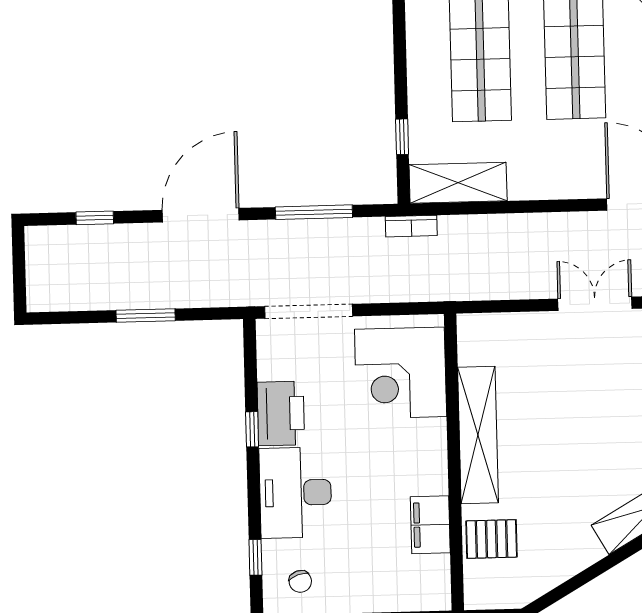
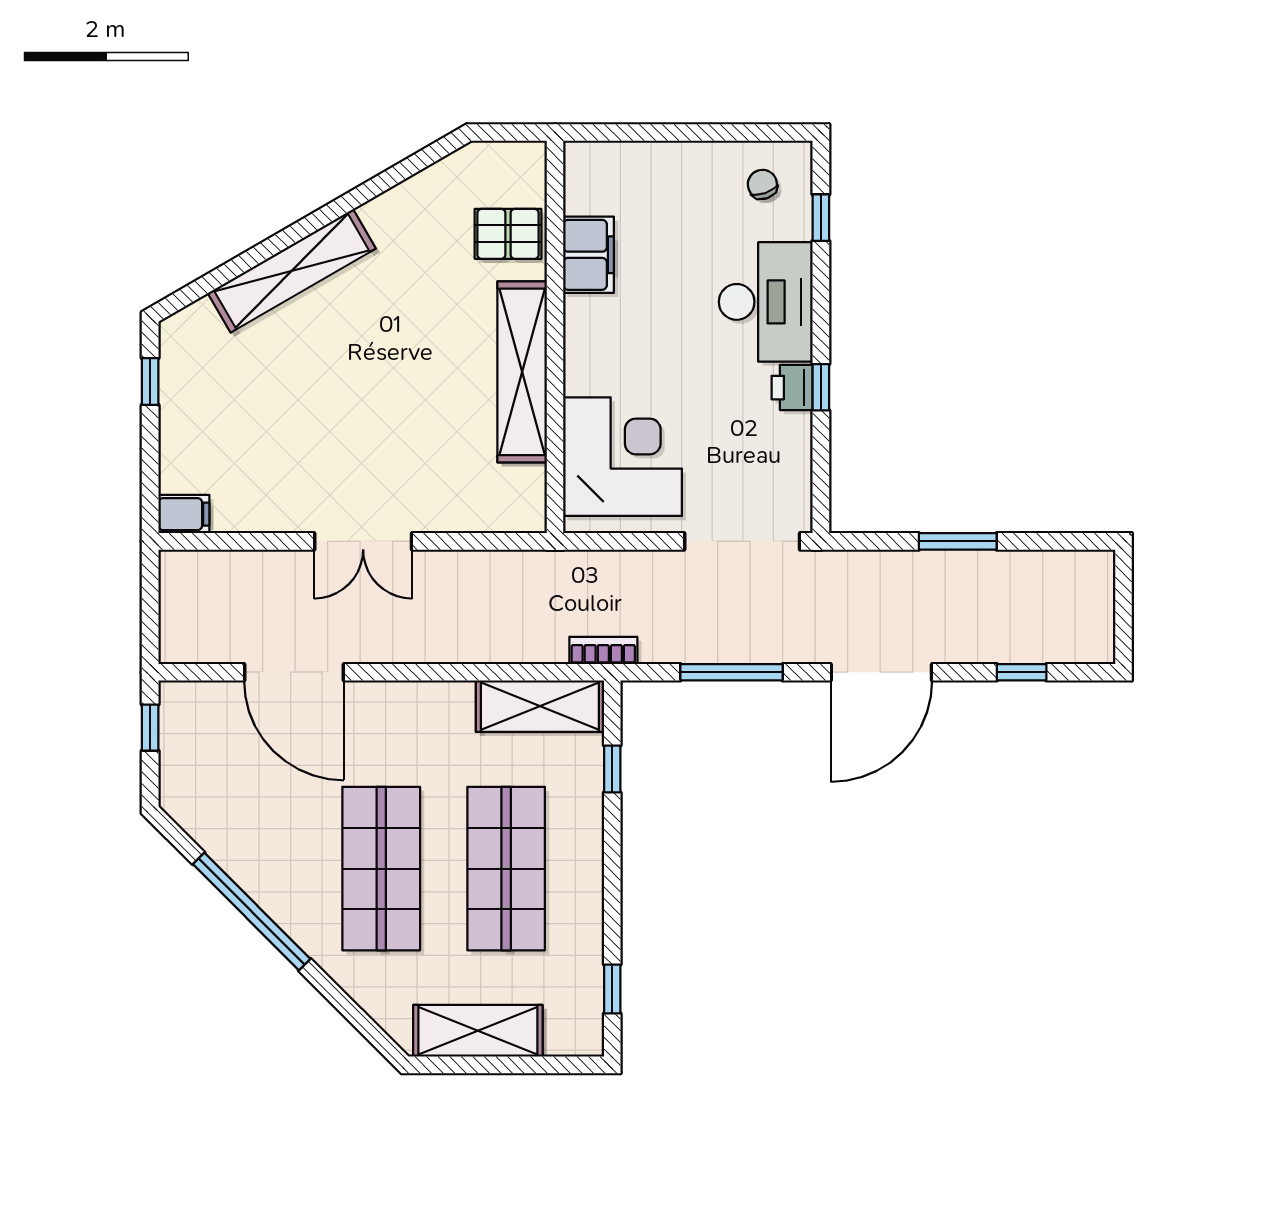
printer: (281, 413) -> (792, 388), width x0.53, depth x0.68

